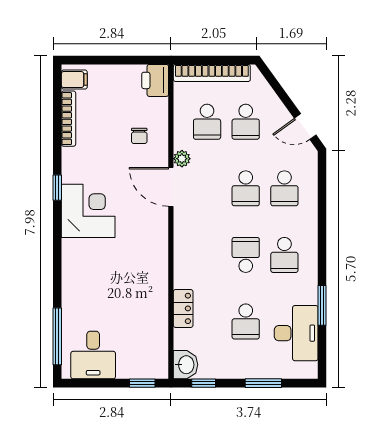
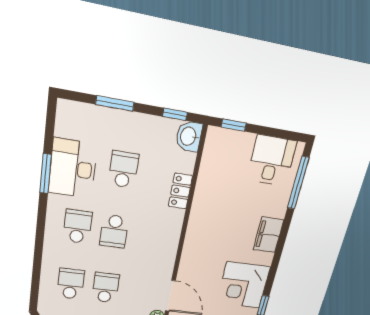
filing cabinet: (74, 275) -> (268, 235), added
desk: (296, 333) -> (73, 169), moved

